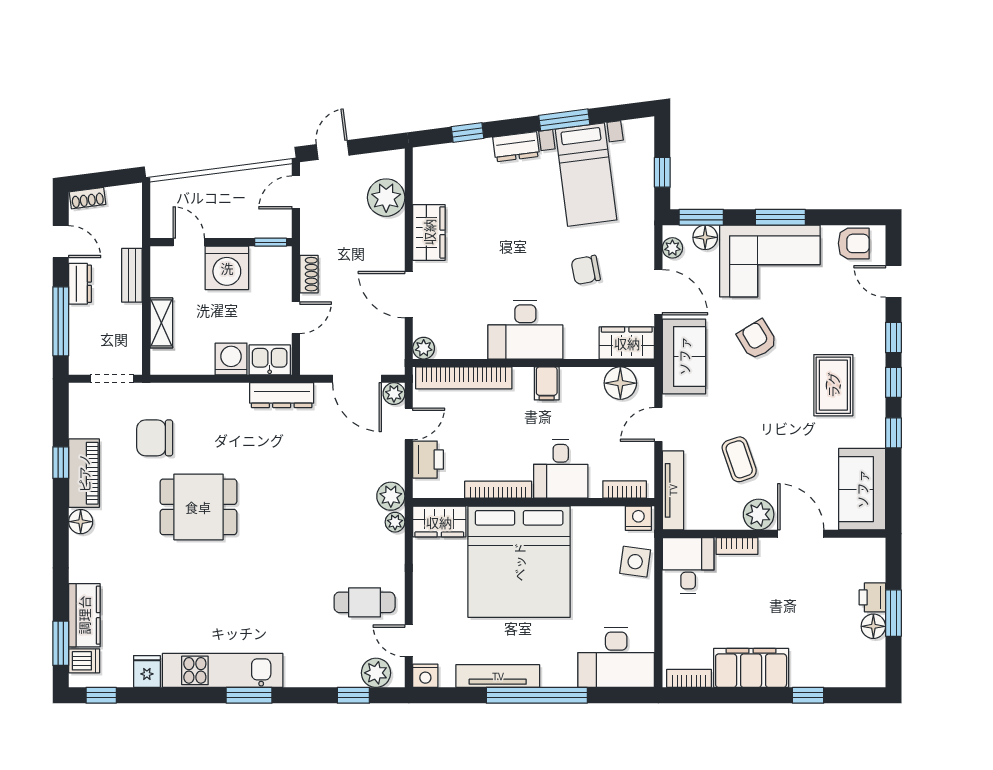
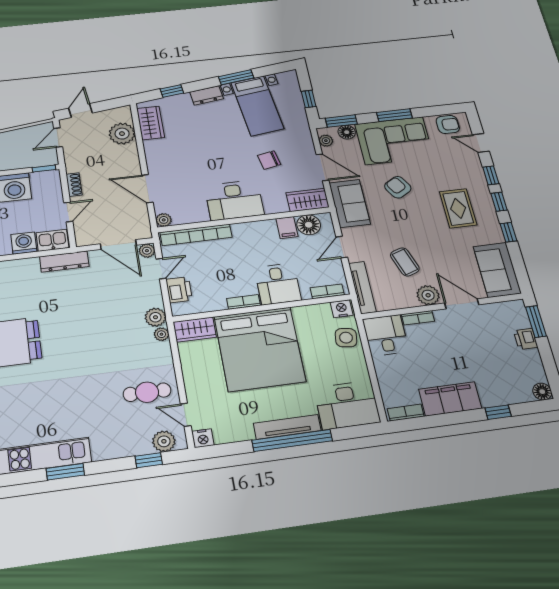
wardrobe: (429, 232) -> (151, 123), moved
filing cabinet: (547, 383) -> (287, 228), moved
bookcase: (498, 490) -> (243, 302), width x0.64
window: (893, 613) -> (536, 322), moved
floor lamp: (873, 626) -> (542, 392), moved
tv unit: (498, 676) -> (287, 427), moved

